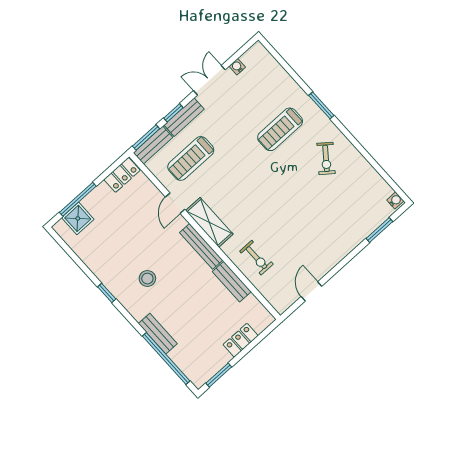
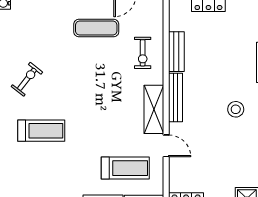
door: (175, 203) -> (166, 146), hinge flipped
exercise mat: (309, 245) -> (96, 28), added
exercise bike: (256, 258) -> (143, 53), turned 180

